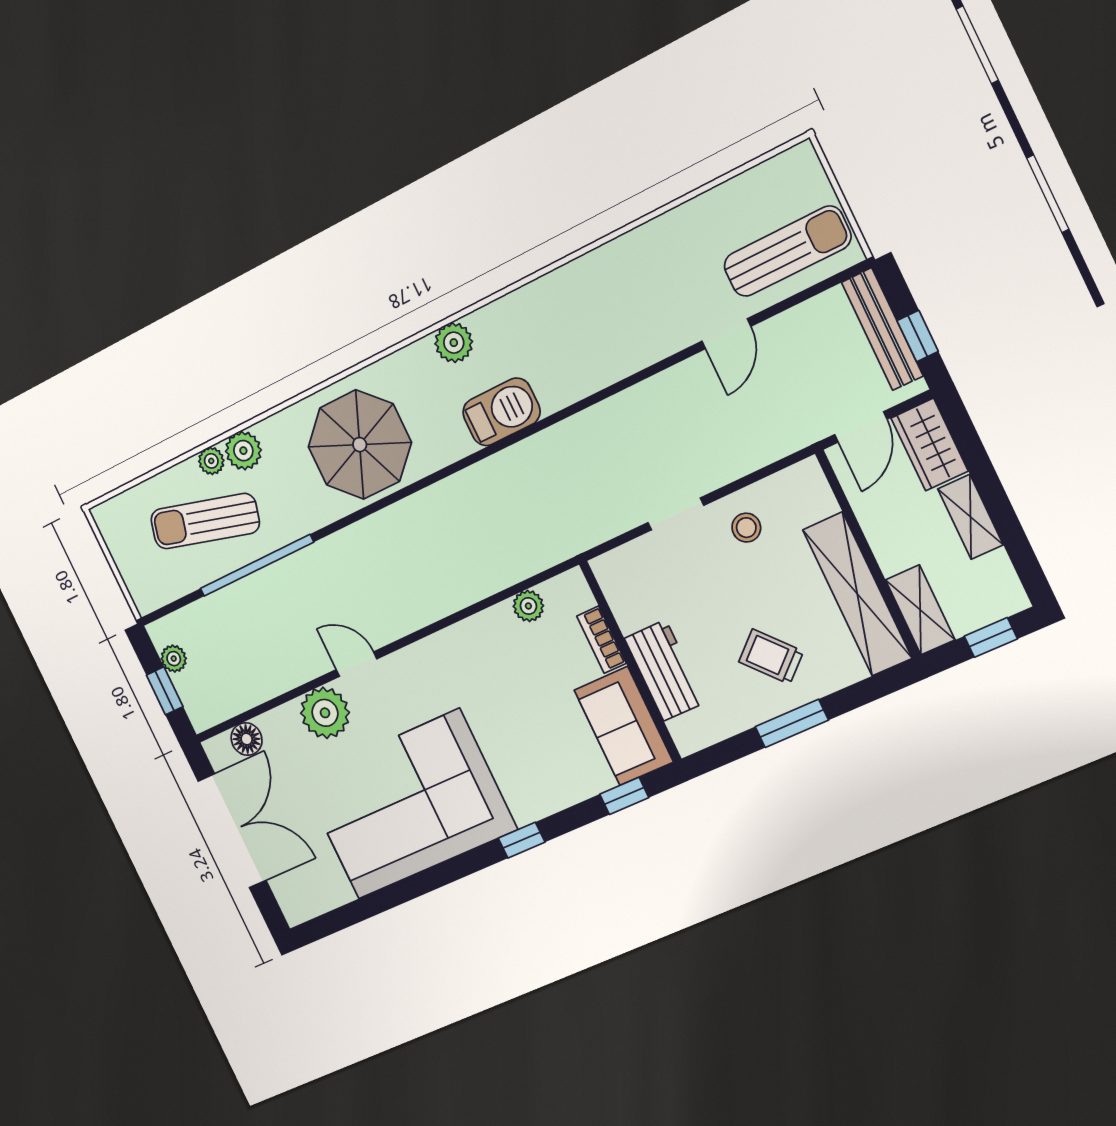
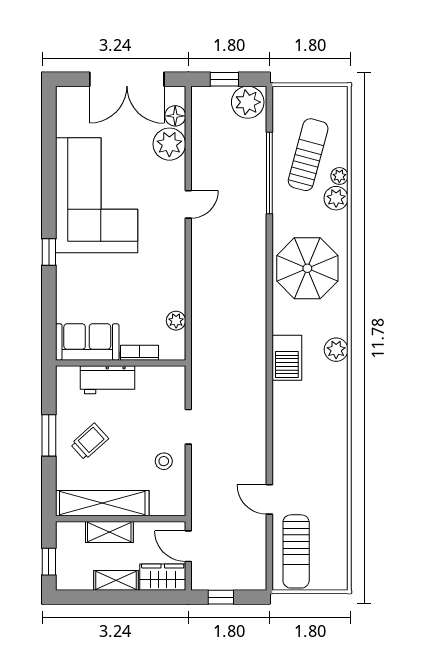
bench: (882, 329) -> (233, 581), removed
shelving: (920, 610) -> (109, 532), moved
plant: (174, 659) -> (248, 102), width x1.87, depth x1.87
plant: (325, 713) -> (169, 144), moved
window: (624, 796) -> (49, 323), removed

